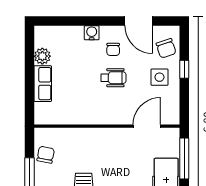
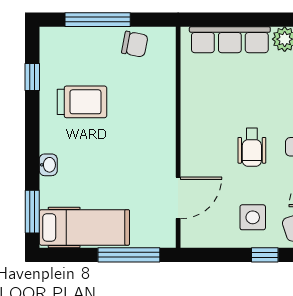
row of seats: (43, 84) -> (230, 40), width x1.48
door: (147, 126) -> (178, 198), hinge flipped

